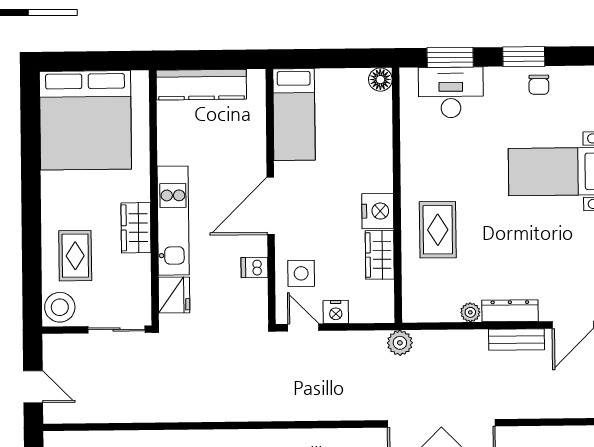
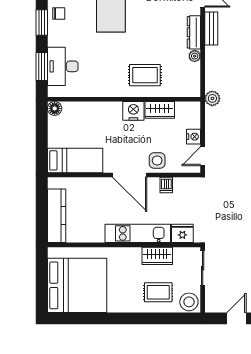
wardrobe: (136, 228) -> (157, 256), moved
side table: (301, 273) -> (157, 160), moved

